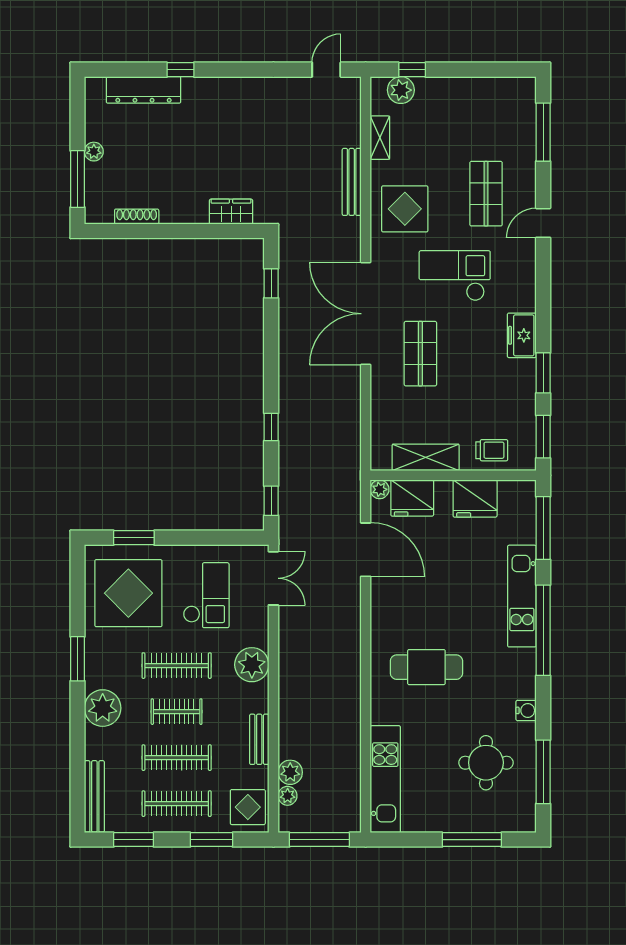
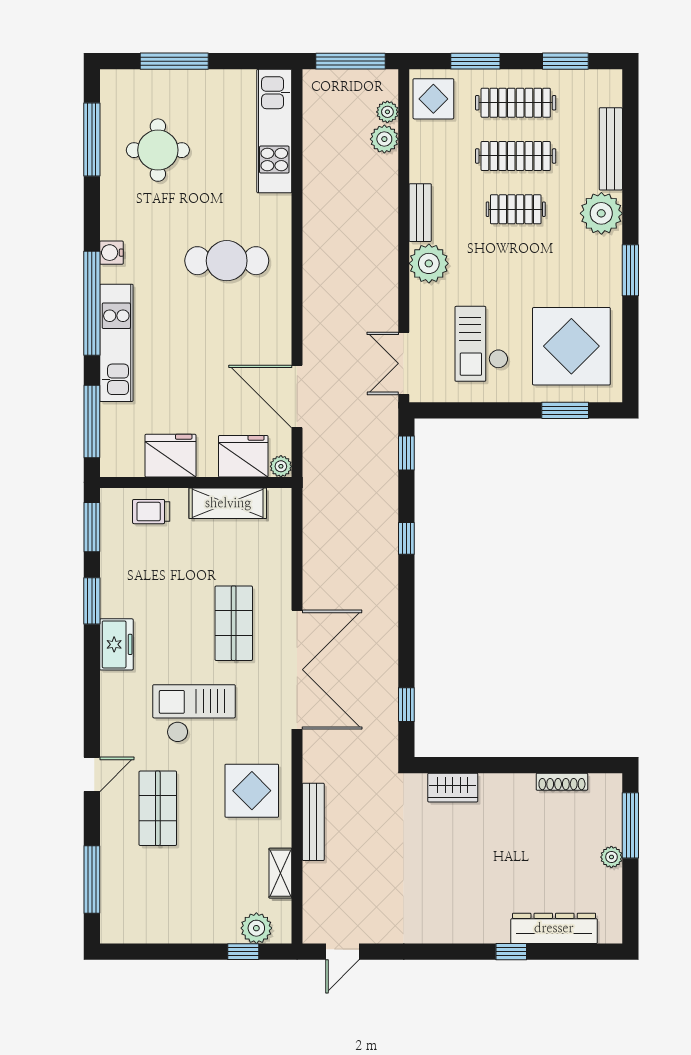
checkout: (455, 276) -> (194, 713), turned 180
clothes rail: (177, 666) -> (516, 262), removed
water cooler: (526, 710) -> (111, 253), moved
bench: (259, 739) -> (420, 213), moved
bench: (94, 796) -> (611, 149), moved

